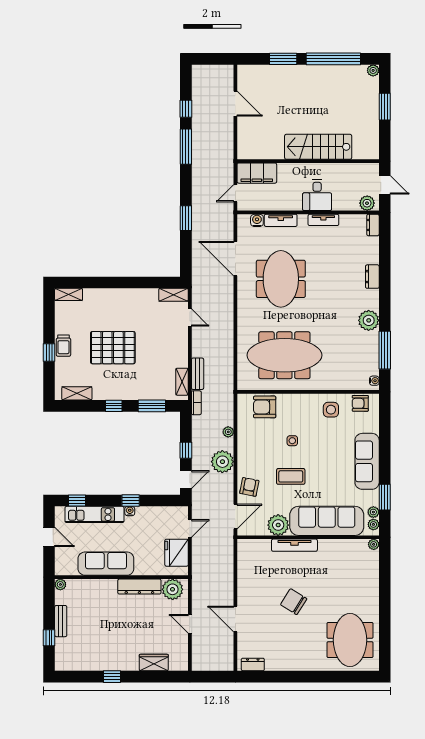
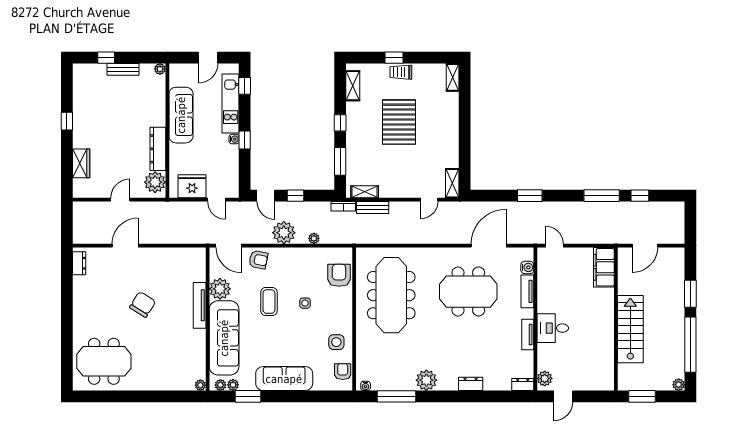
stairs: (318, 147) -> (630, 329), moved
wall: (308, 161) -> (616, 319), moved
filing cabinet: (257, 173) -> (604, 267), moved

